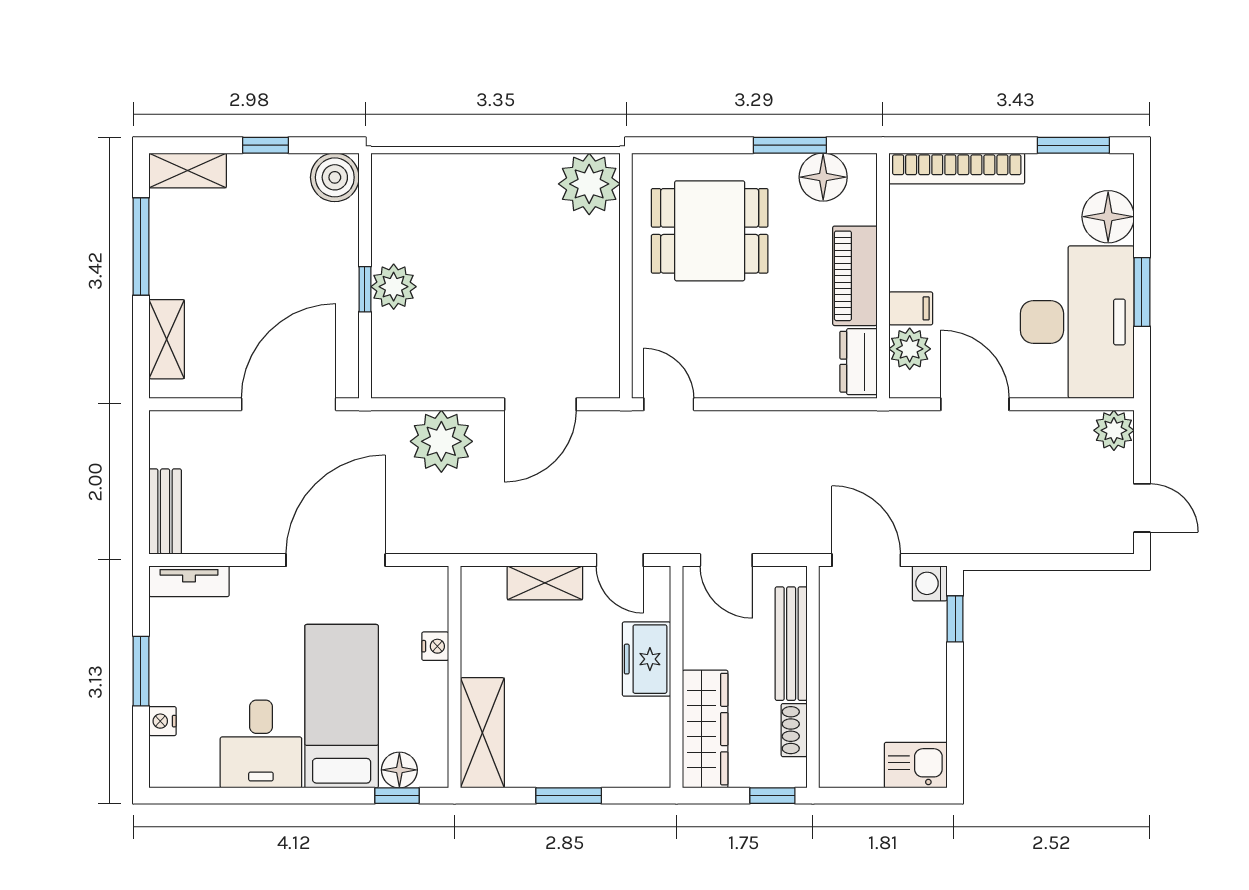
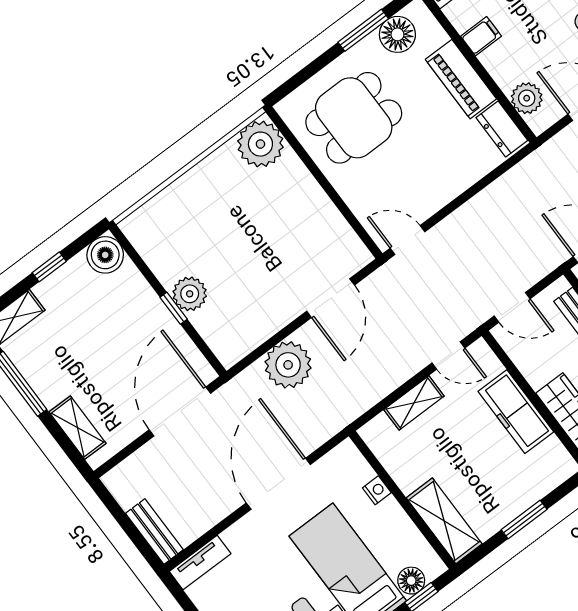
filing cabinet: (911, 308) -> (481, 36), moved
freezer: (647, 659) -> (516, 412), width x1.40

